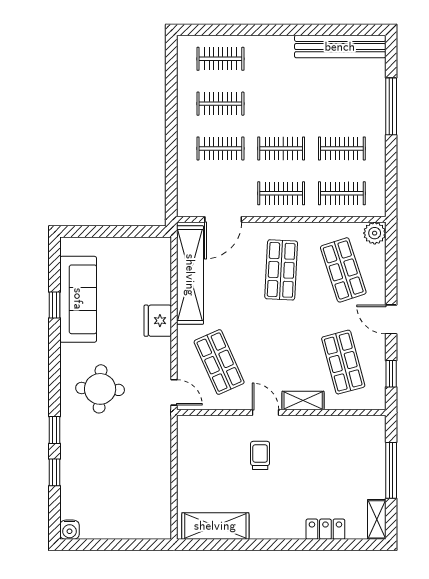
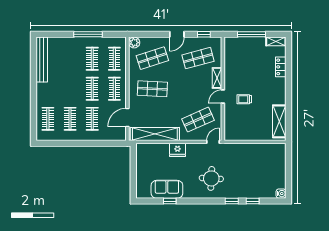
window: (391, 106) -> (88, 34), moved
door: (223, 219) -> (127, 118), swing flipped
sofa: (78, 299) -> (167, 189), width x0.73

